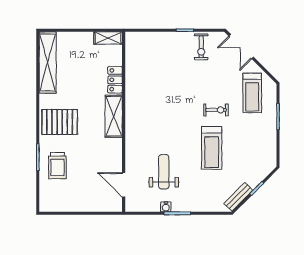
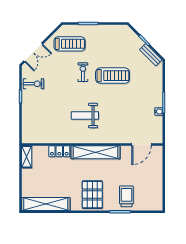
shelving: (114, 116) -> (96, 152), width x1.47
trolley: (57, 166) -> (126, 196), turned -90
weight bench: (164, 172) -> (85, 115), moved

